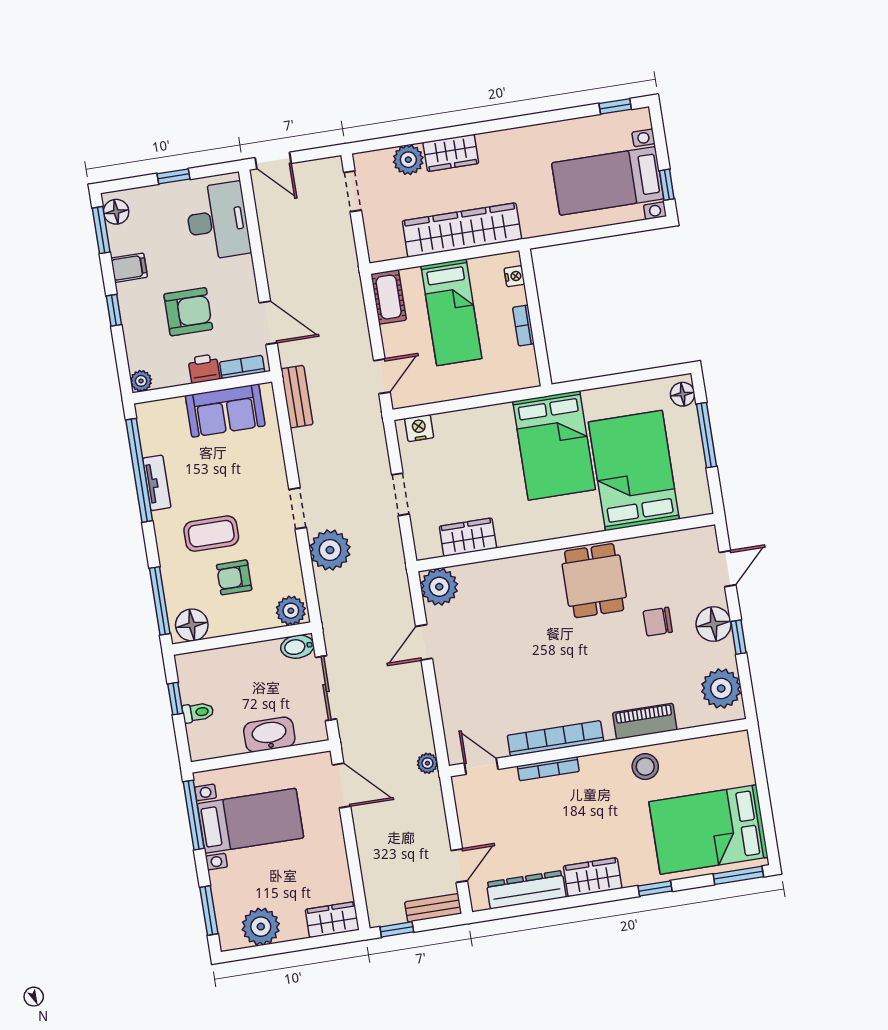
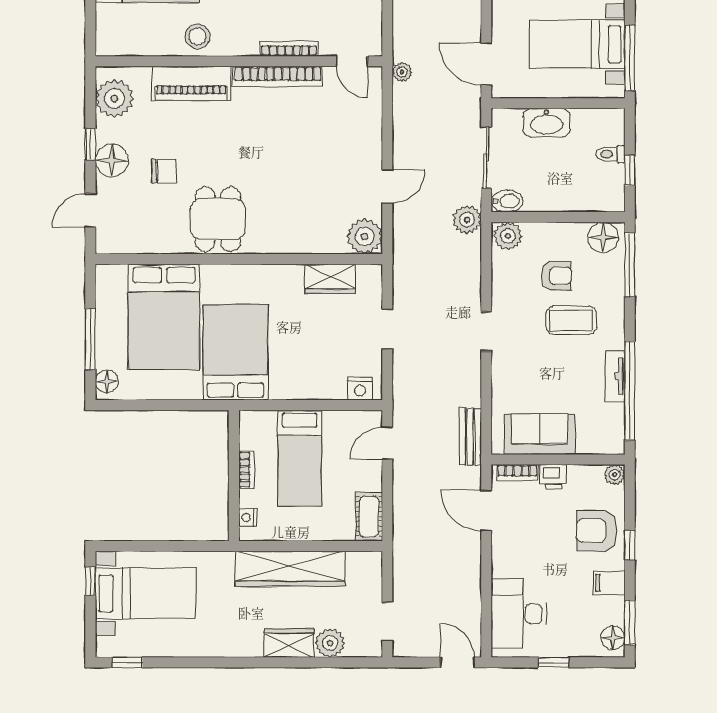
armchair: (188, 312) -> (597, 531), moved
bed: (451, 312) -> (300, 458), moved, turned 180
plant: (330, 550) -> (467, 220), moved, width x0.73, depth x0.73
piano: (645, 721) -> (191, 83), width x1.37, depth x1.33

